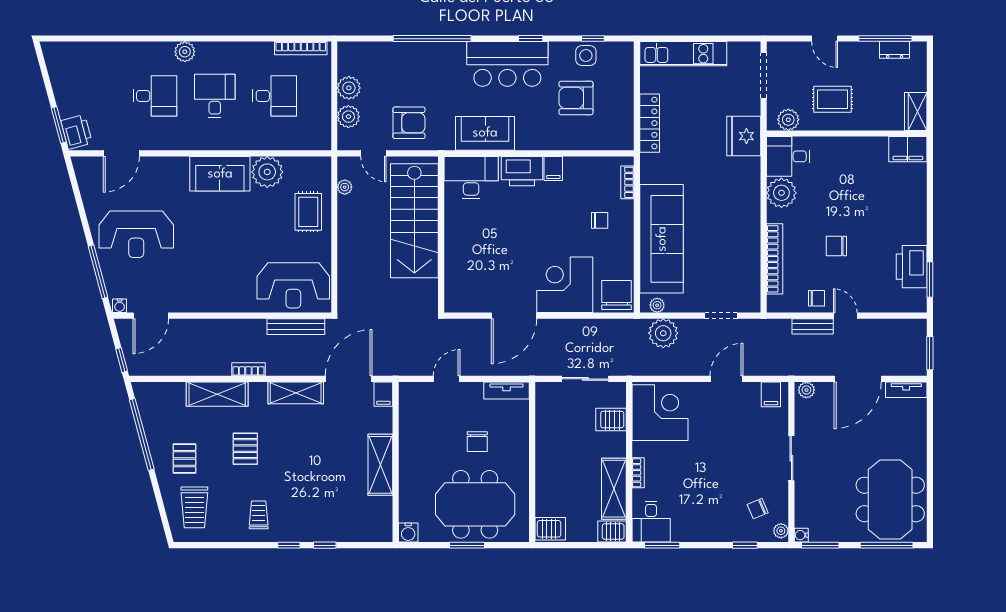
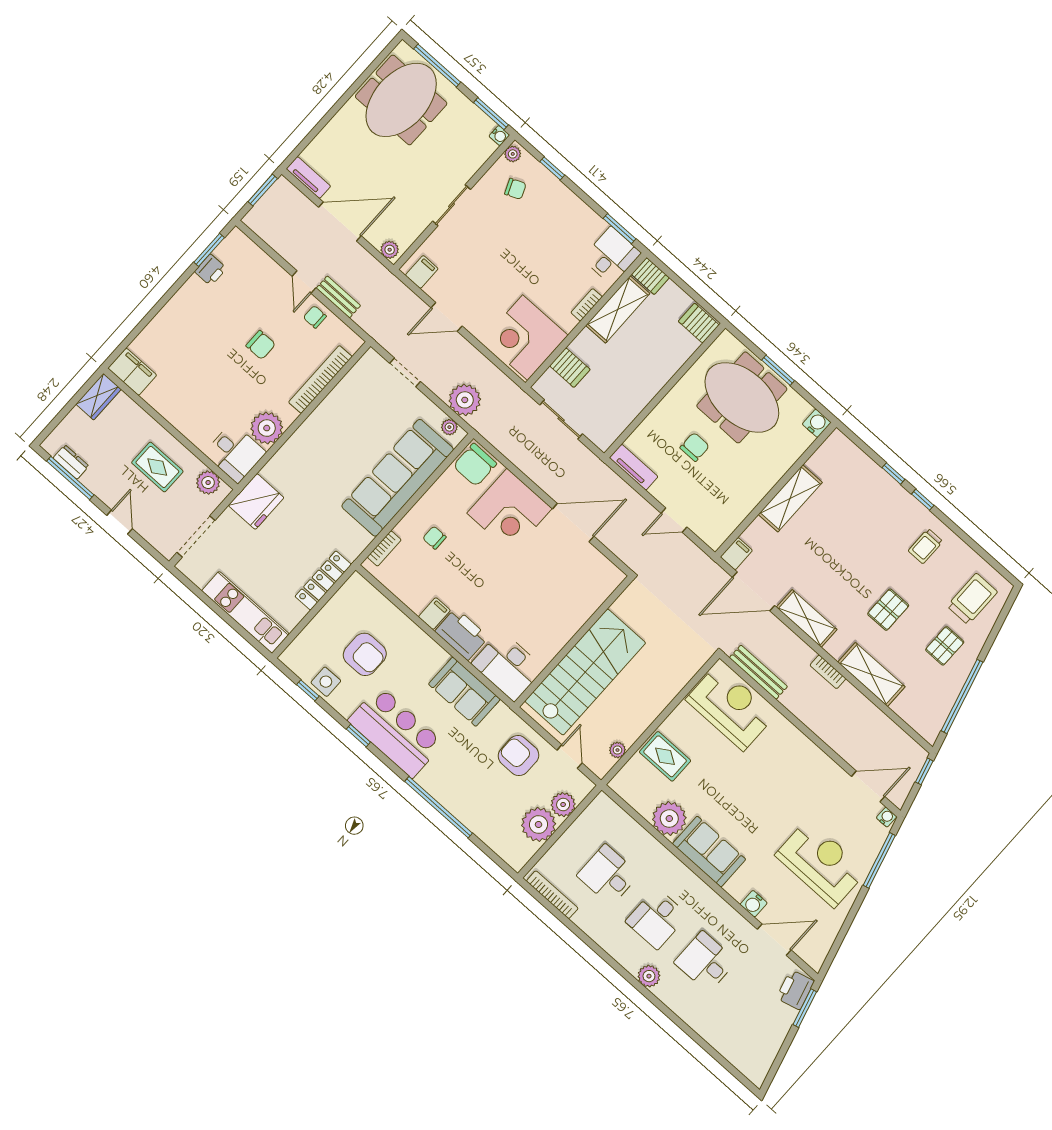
plant: (349, 88) -> (539, 824), width x1.36, depth x1.36
water cooler: (157, 165) -> (754, 904), added
rug: (308, 212) -> (665, 756), turned 90
printer: (912, 267) -> (211, 270), width x0.53, depth x0.68

